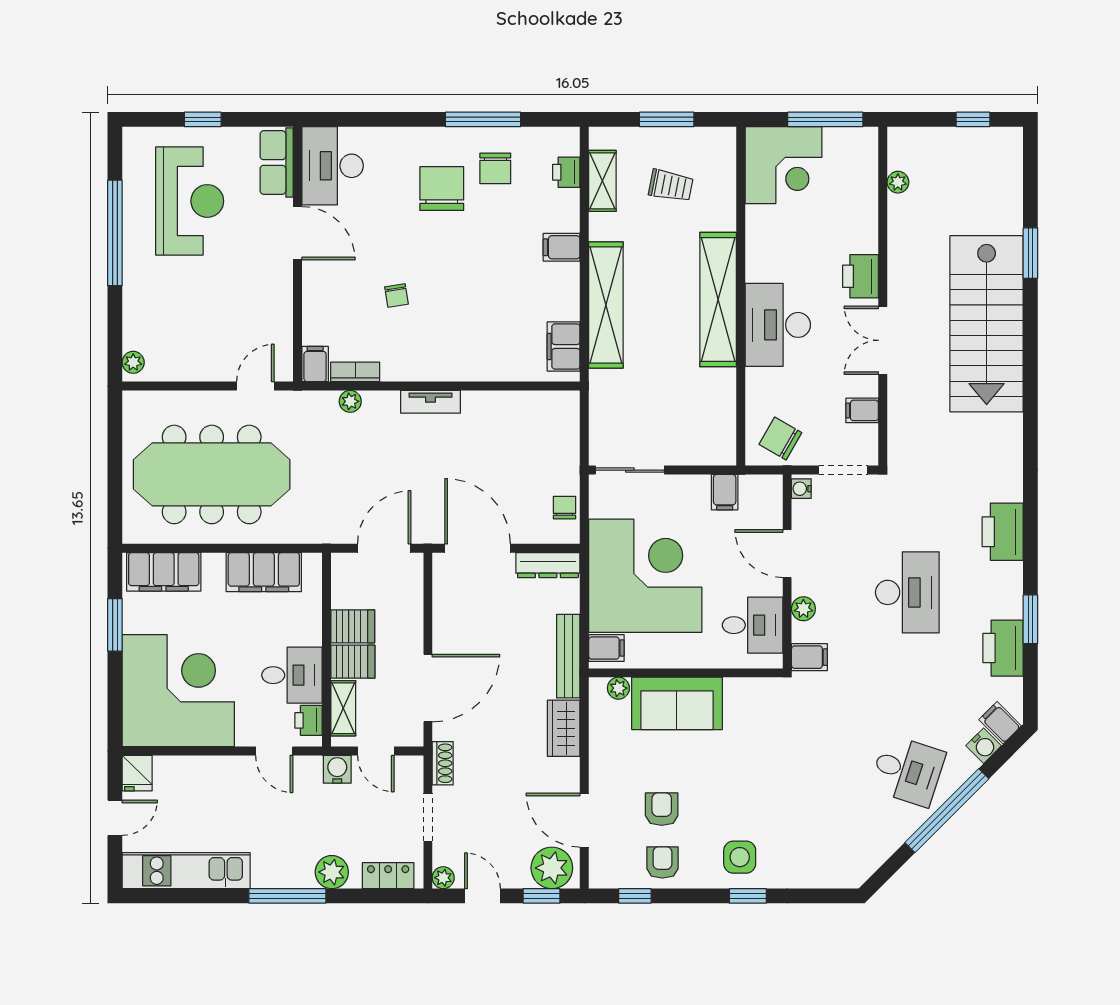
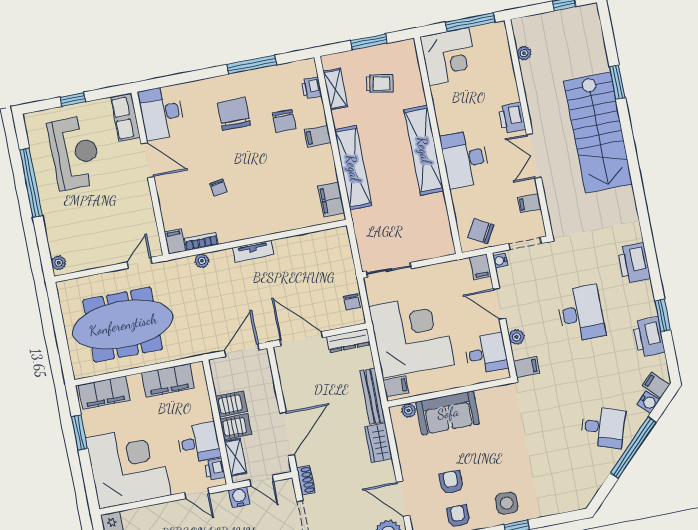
chair: (495, 168) -> (284, 121), moved
filing cabinet: (725, 492) -> (480, 267), moved
chair: (565, 508) -> (352, 302), turned 180

